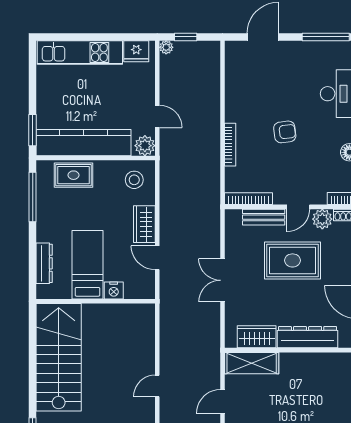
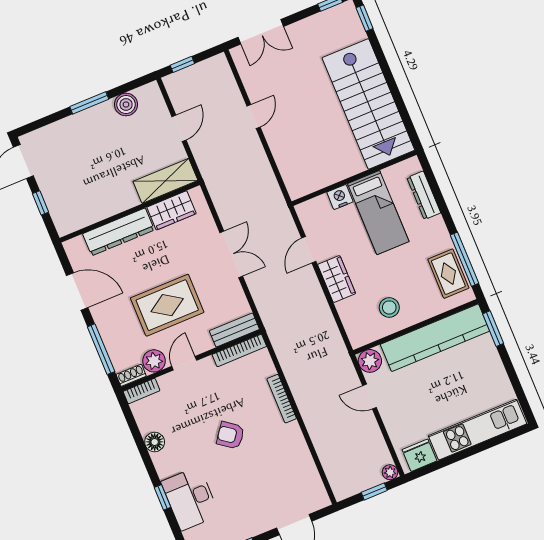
armchair: (285, 132) -> (230, 435), turned 44
rug: (73, 175) -> (448, 274), moved, turned 90
stool: (134, 180) -> (389, 307), moved
bench: (264, 217) -> (234, 330), moved
door: (157, 258) -> (309, 250), swing flipped

